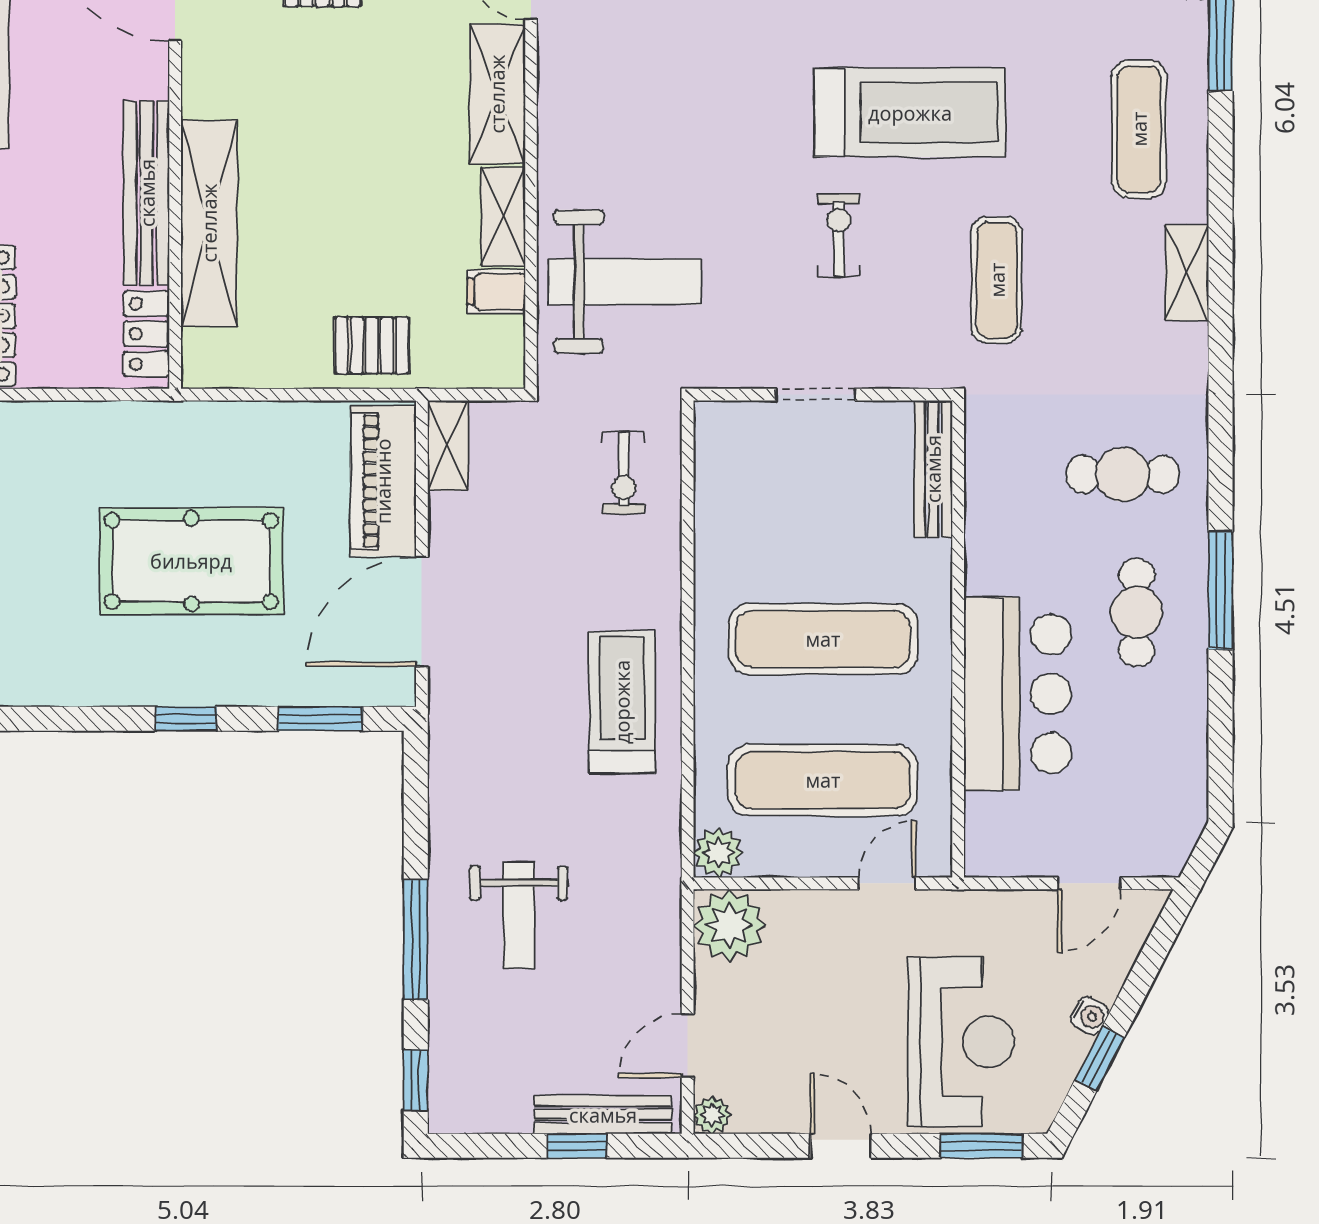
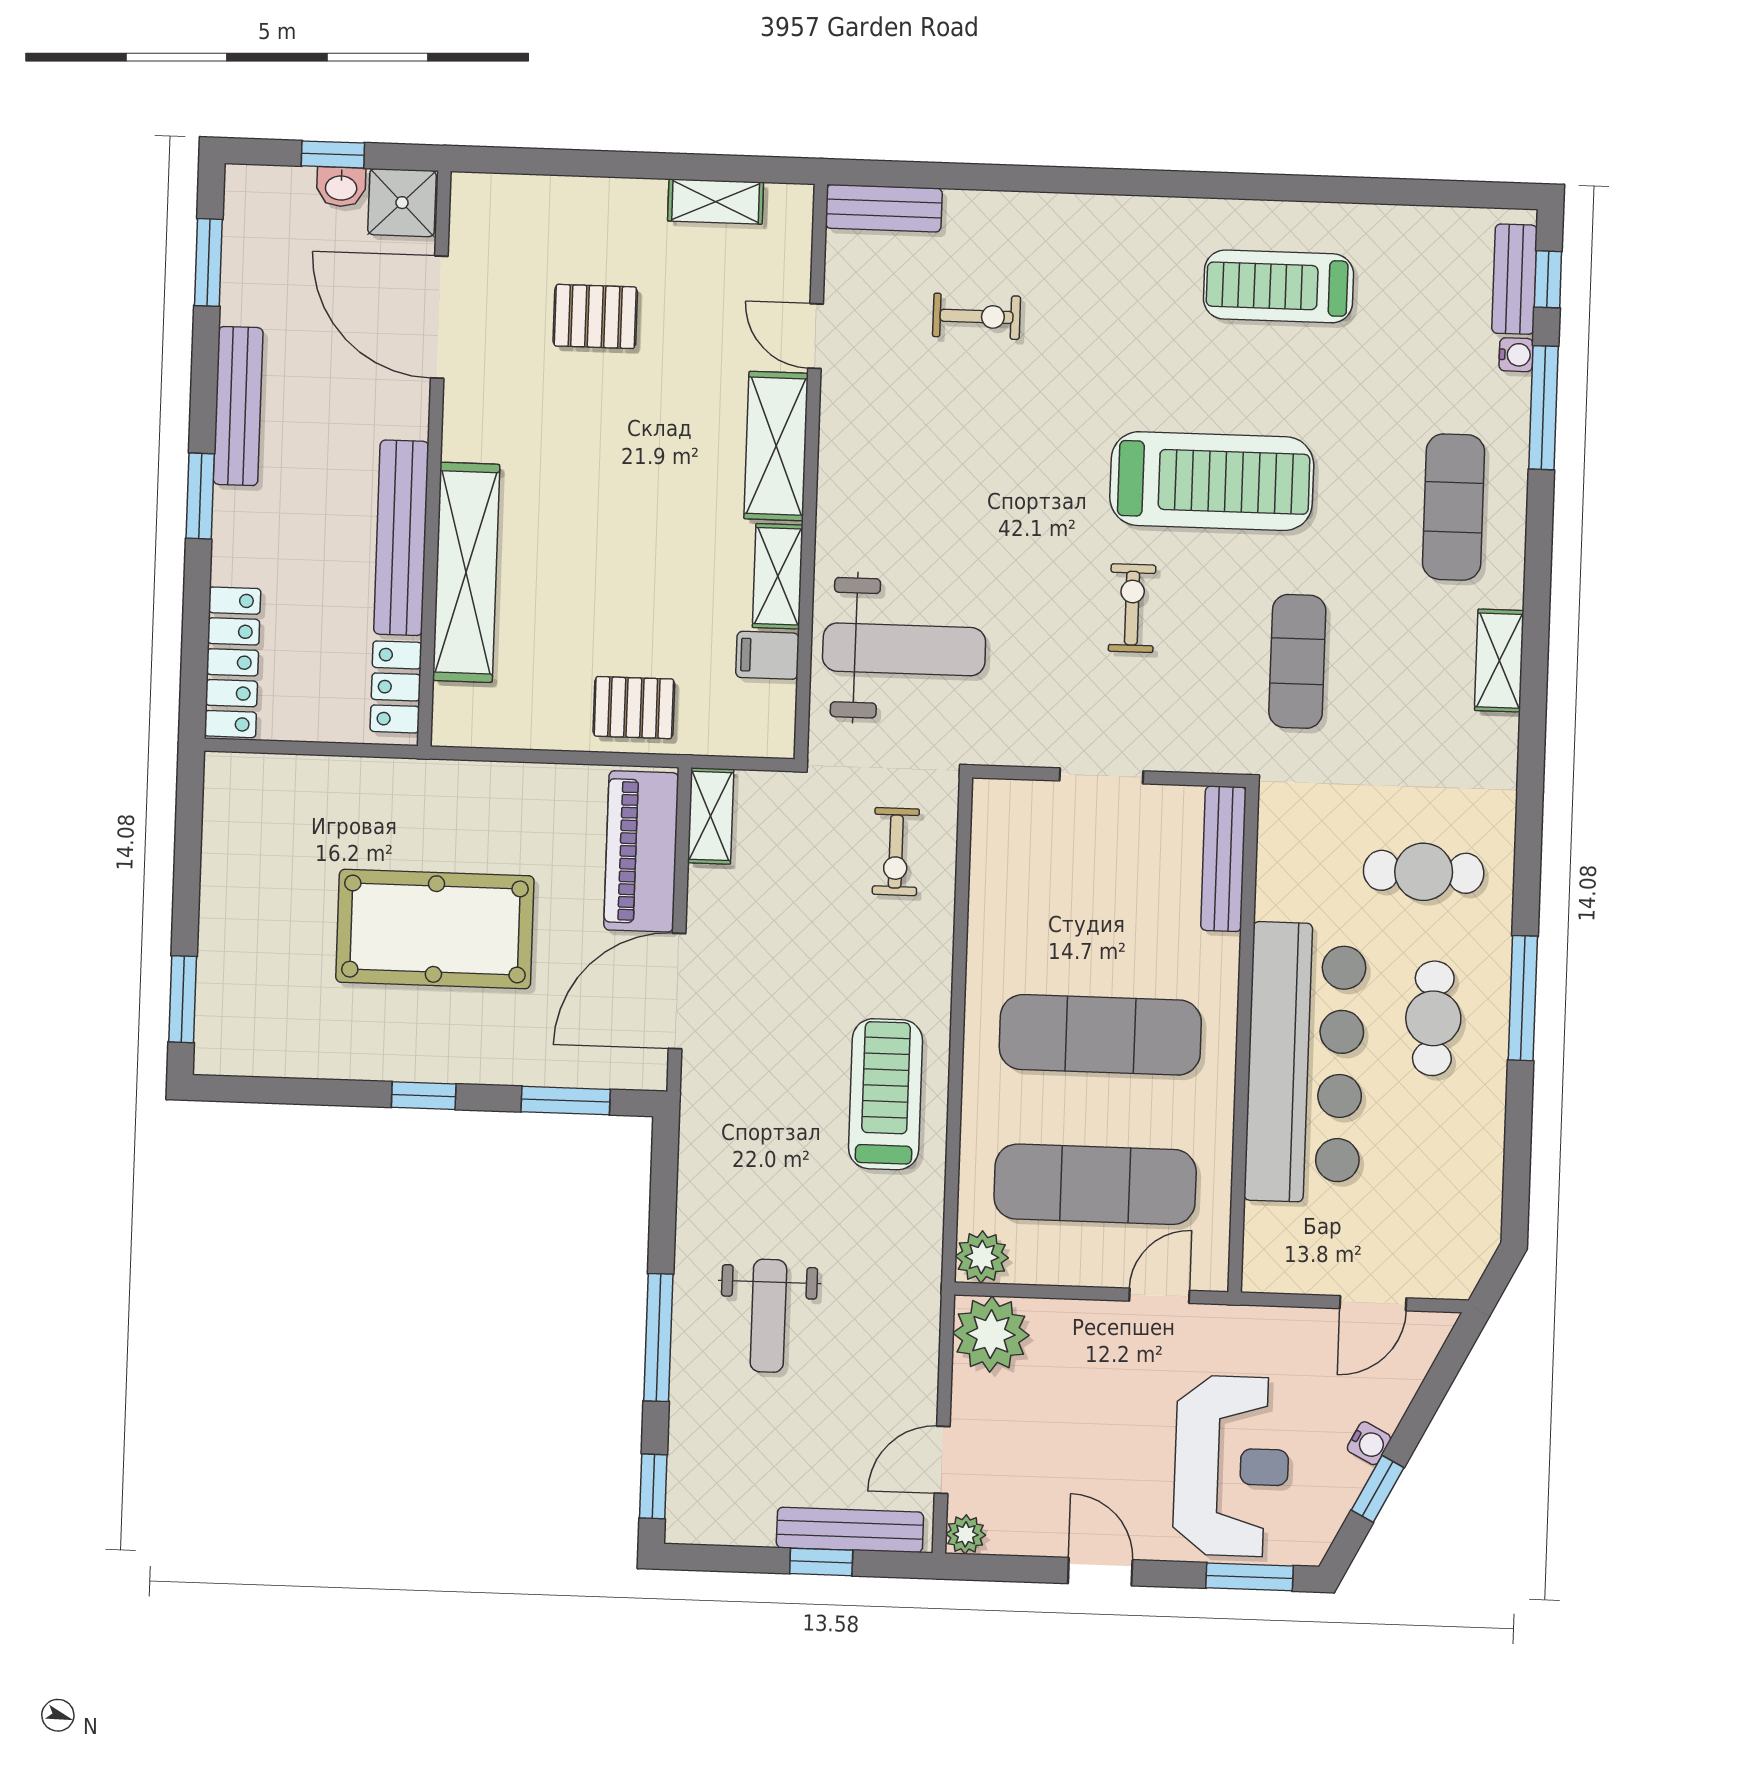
bar counter: (1018, 694) -> (1305, 1063), width x1.36

